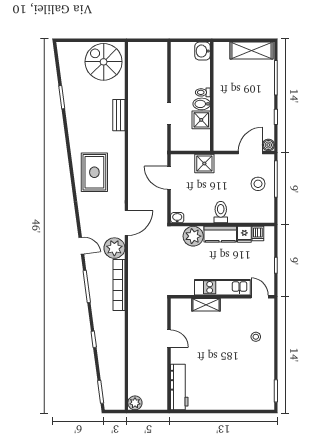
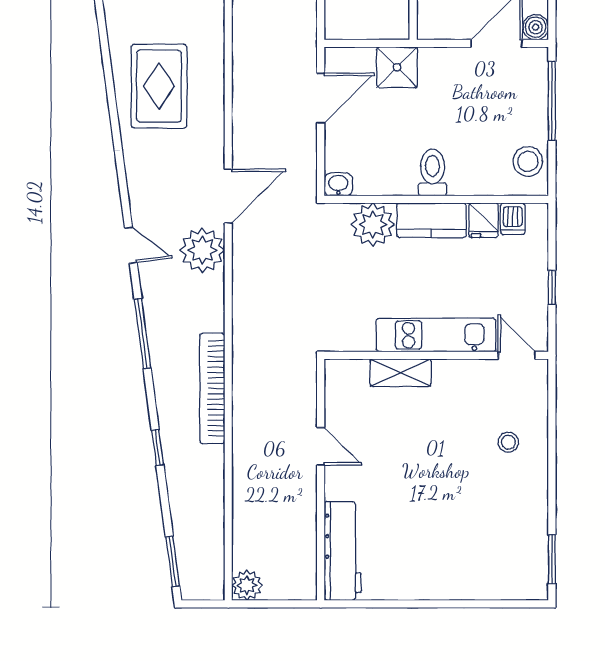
door: (169, 178) -> (321, 98), swing flipped
stool: (258, 184) -> (528, 161), moved
bookcase: (119, 285) -> (212, 388), moved

